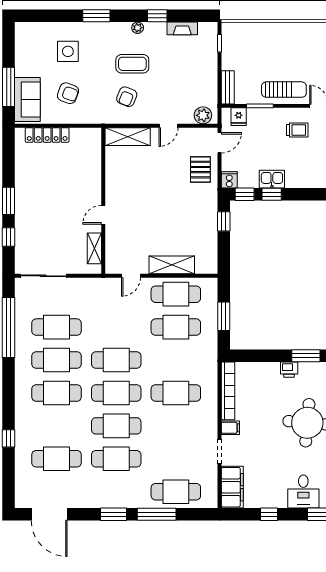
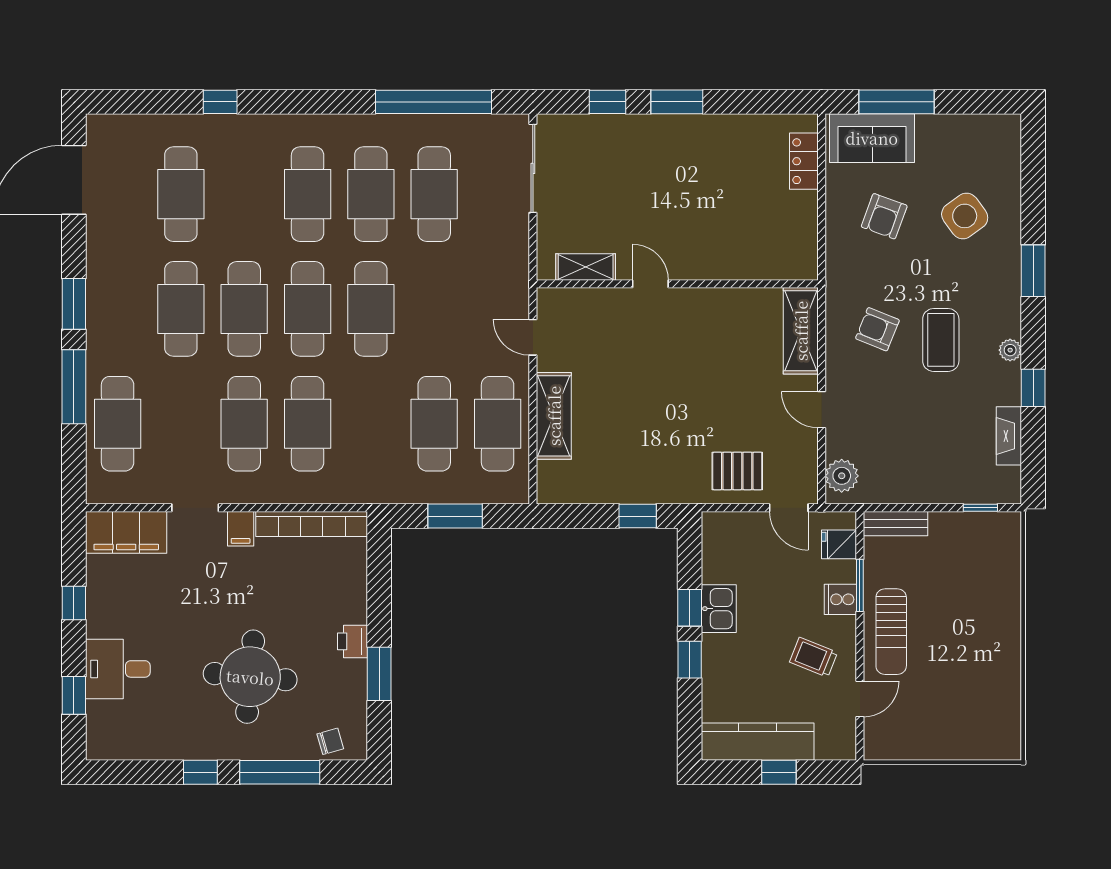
side table: (68, 51) -> (965, 216), turned -36
trolley: (297, 130) -> (813, 657), turned 112
locker: (47, 135) -> (804, 161), width x0.66
cooker: (229, 180) -> (840, 599), moved, turned 180
window: (245, 194) -> (690, 660), moved
cafe table: (176, 426) -> (244, 424), added

